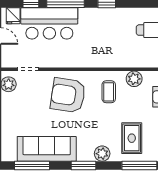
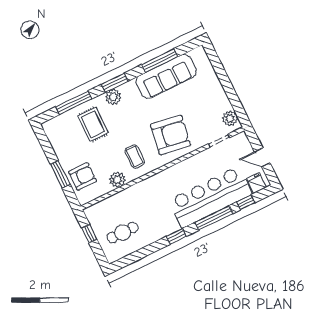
bar counter: (49, 23) -> (210, 197), width x1.36
window: (32, 165) -> (160, 61), moved
window: (83, 165) -> (115, 83), moved

